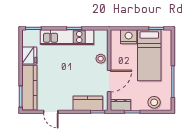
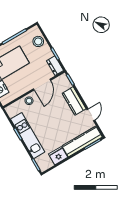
door: (109, 81) -> (42, 85), swing flipped
kitchen counter: (88, 103) -> (74, 101), moved

